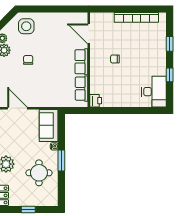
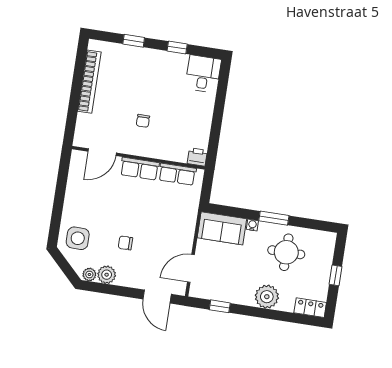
desk: (154, 92) -> (203, 74), width x0.73

